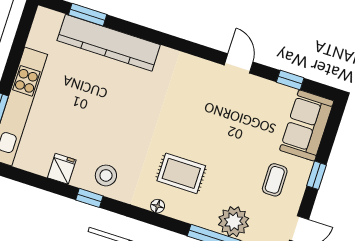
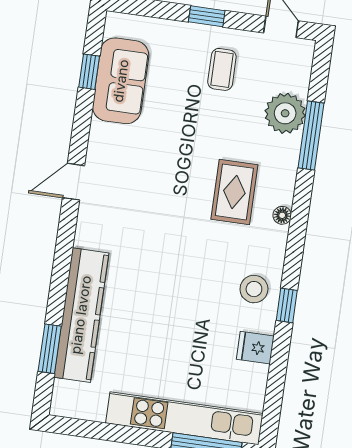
door: (239, 63) -> (74, 182), moved
sofa: (307, 125) -> (121, 81), moved, turned -90
coffee table: (275, 180) -> (222, 69), turned 90

